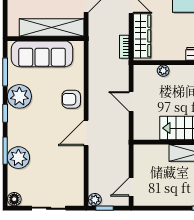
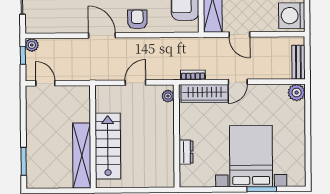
plant: (163, 71) -> (168, 96), moved

